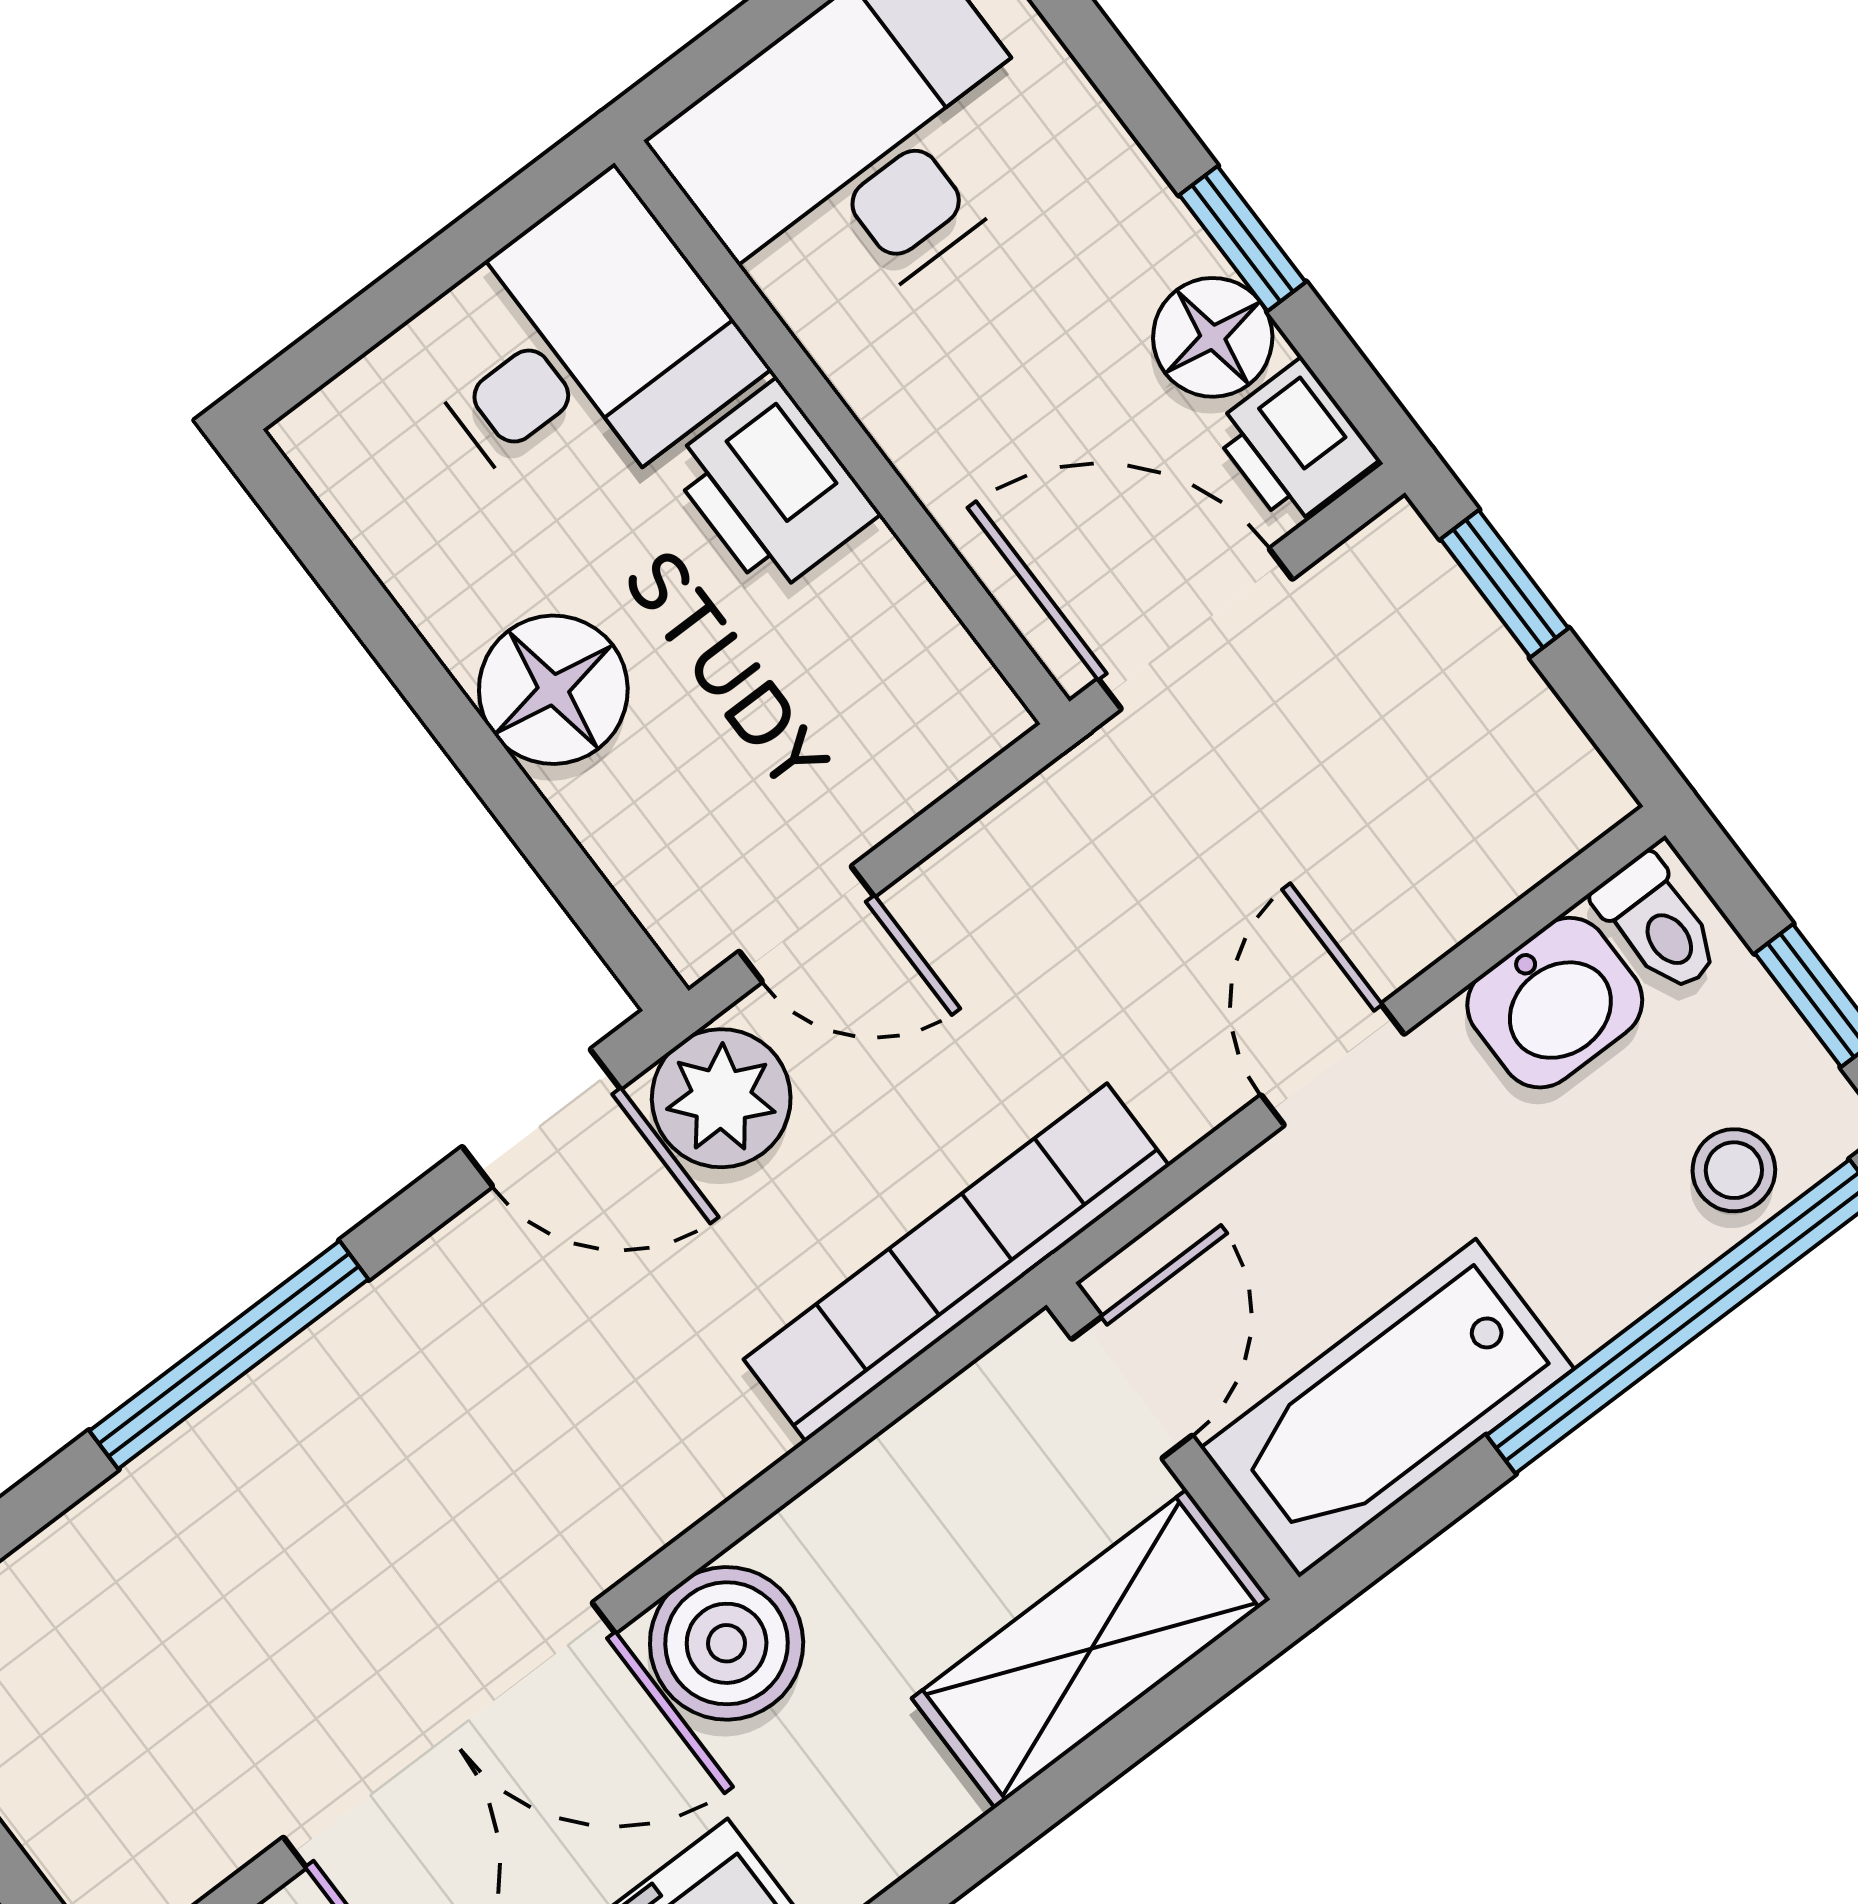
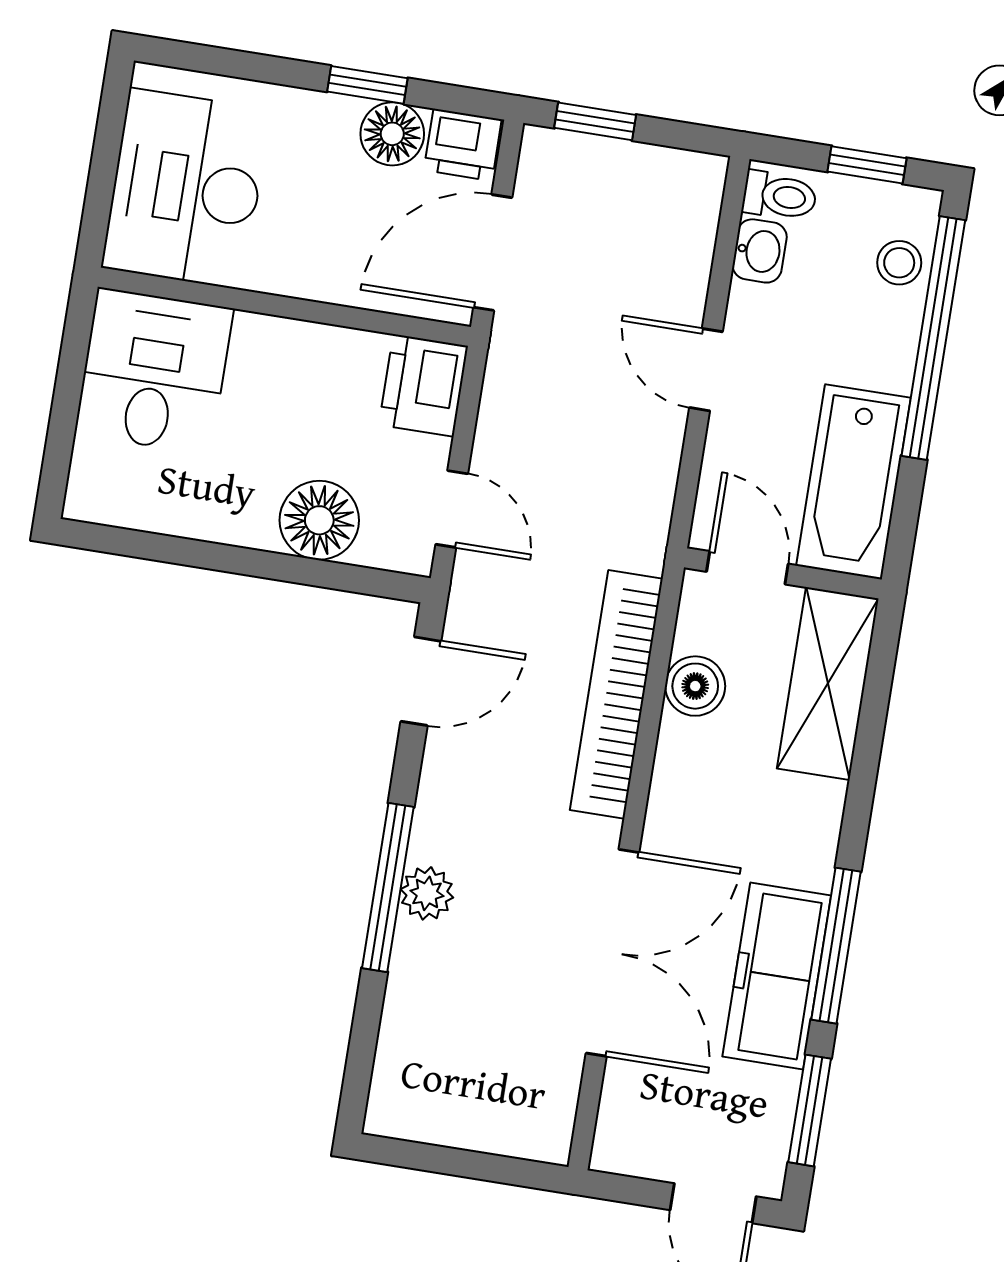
printer: (773, 488) -> (423, 386), moved, turned 90
floor lamp: (553, 690) -> (319, 520), moved
door: (807, 924) -> (452, 509), hinge flipped
washbasin: (1555, 1003) -> (760, 251), width x0.72, depth x0.69
plant: (721, 1098) -> (427, 893), moved, width x0.73, depth x0.73
bookcase: (957, 1263) -> (616, 694), moved
boiler: (727, 1643) -> (695, 686), moved, width x0.73, depth x0.73

